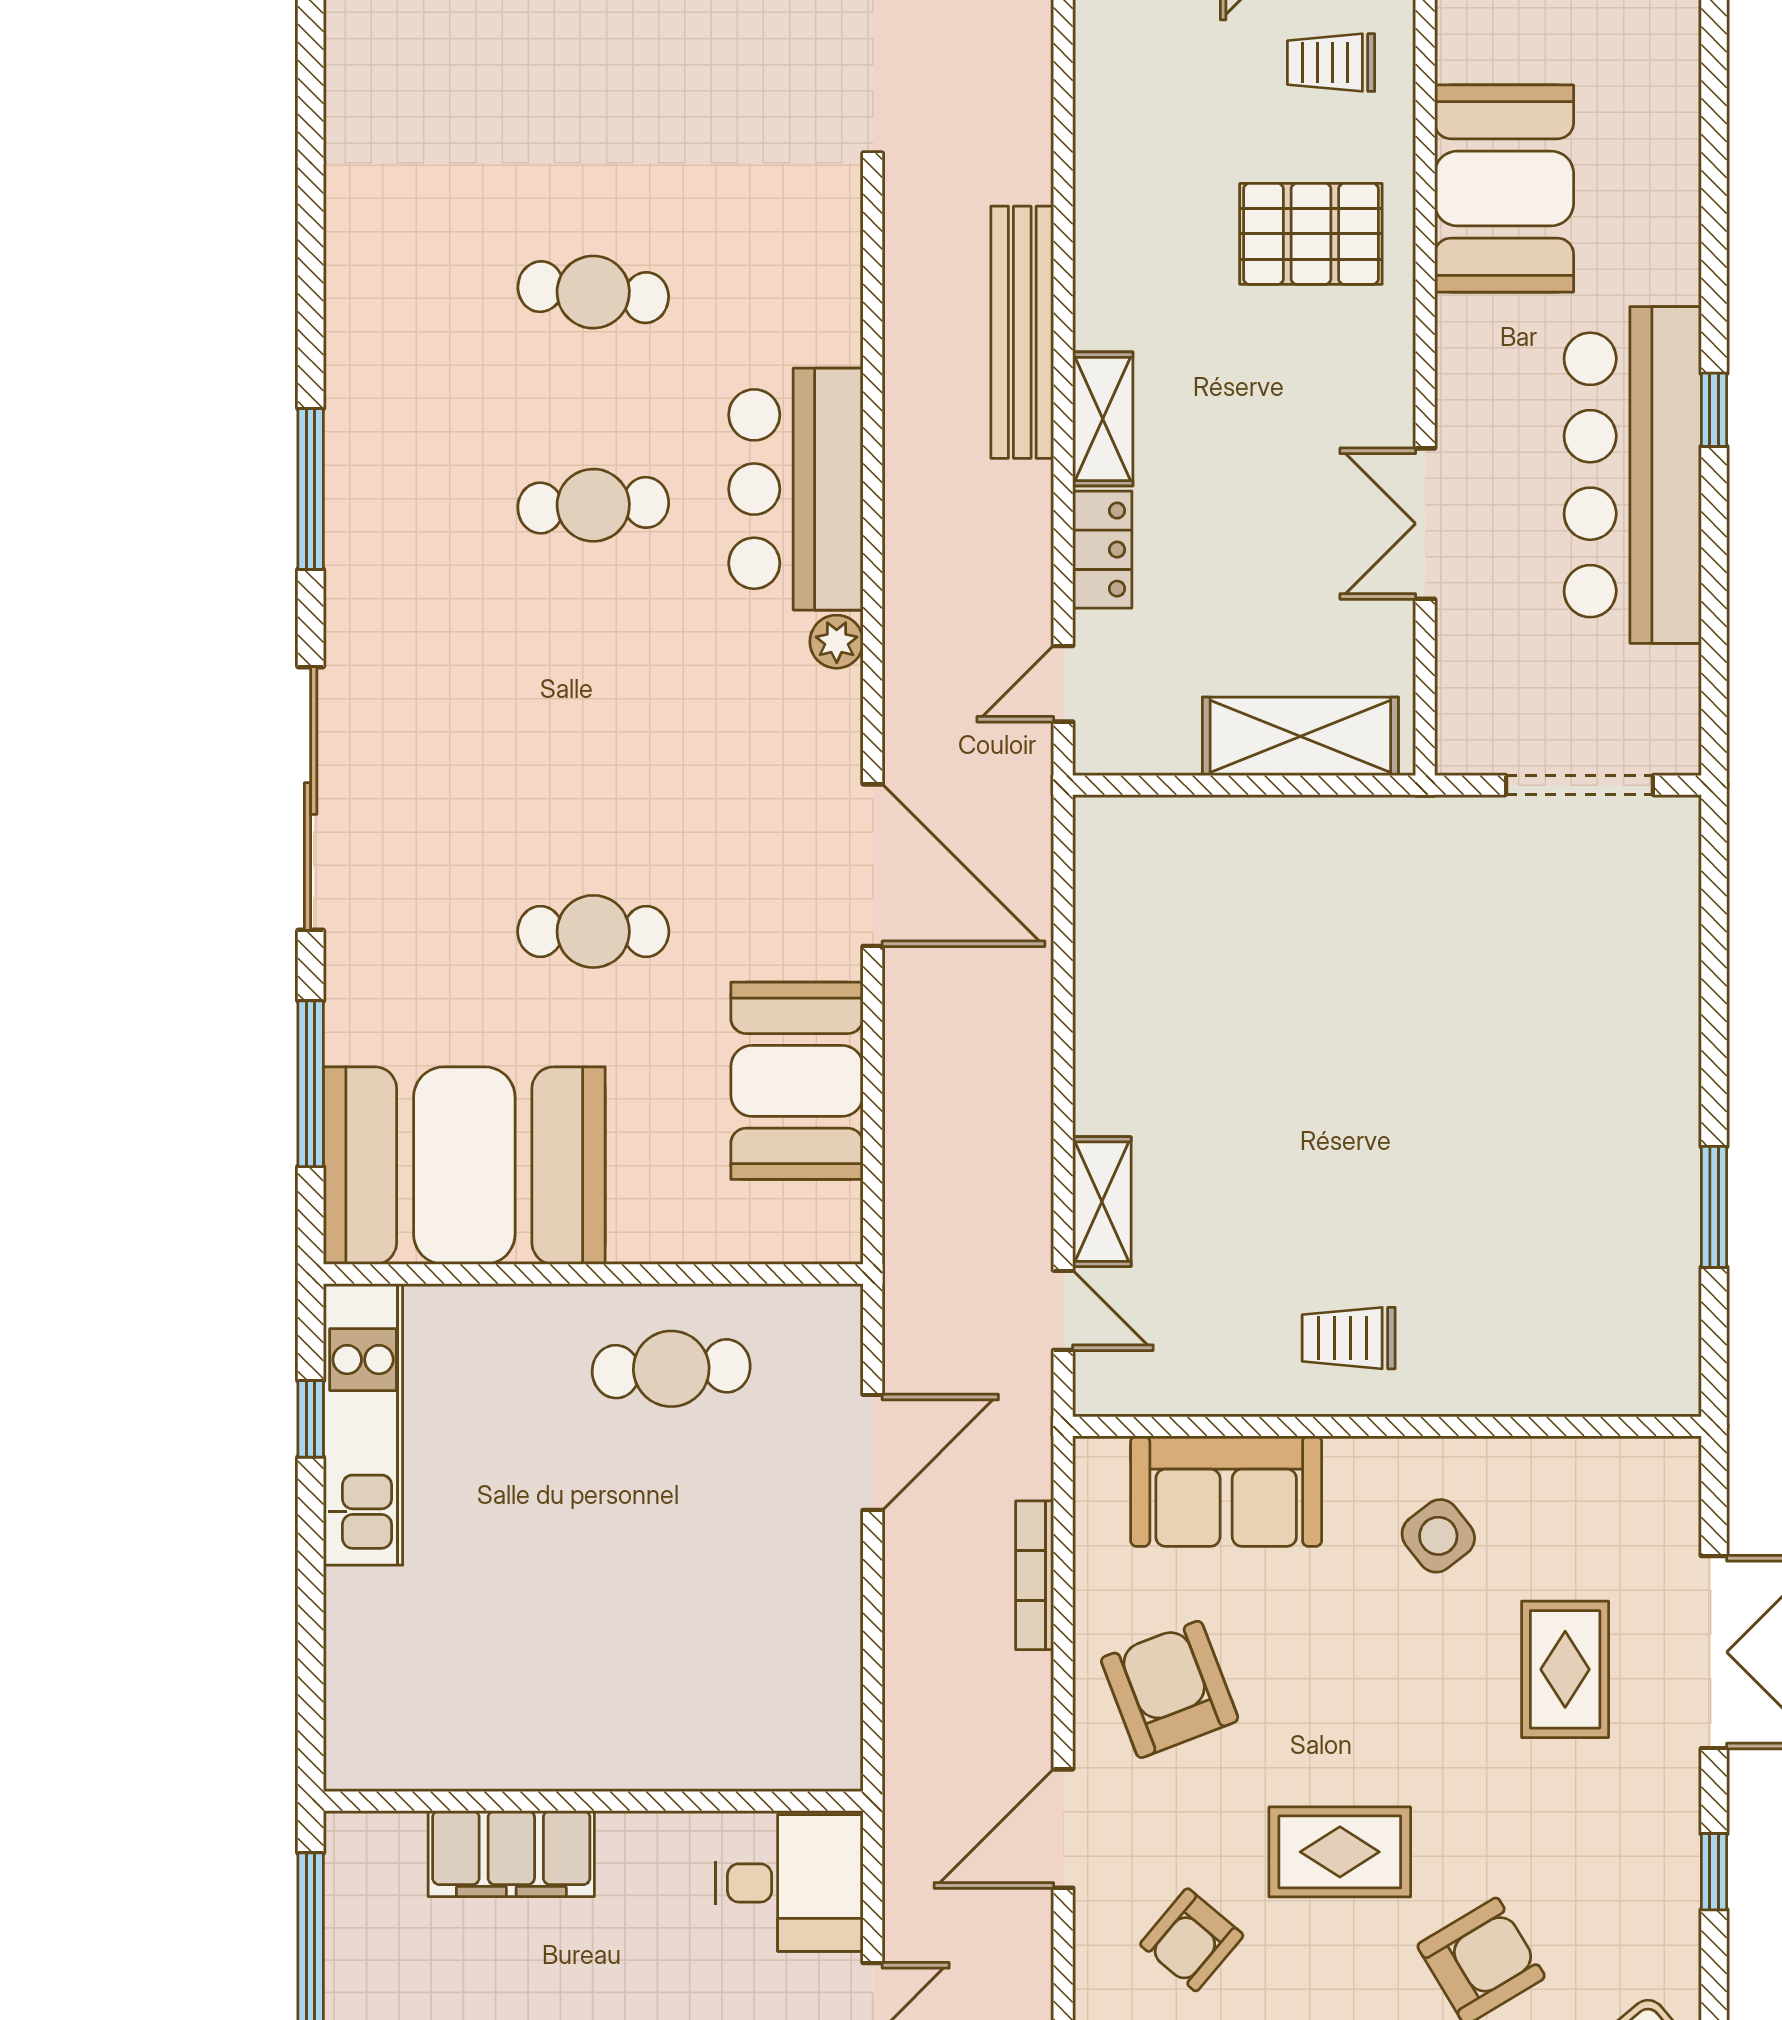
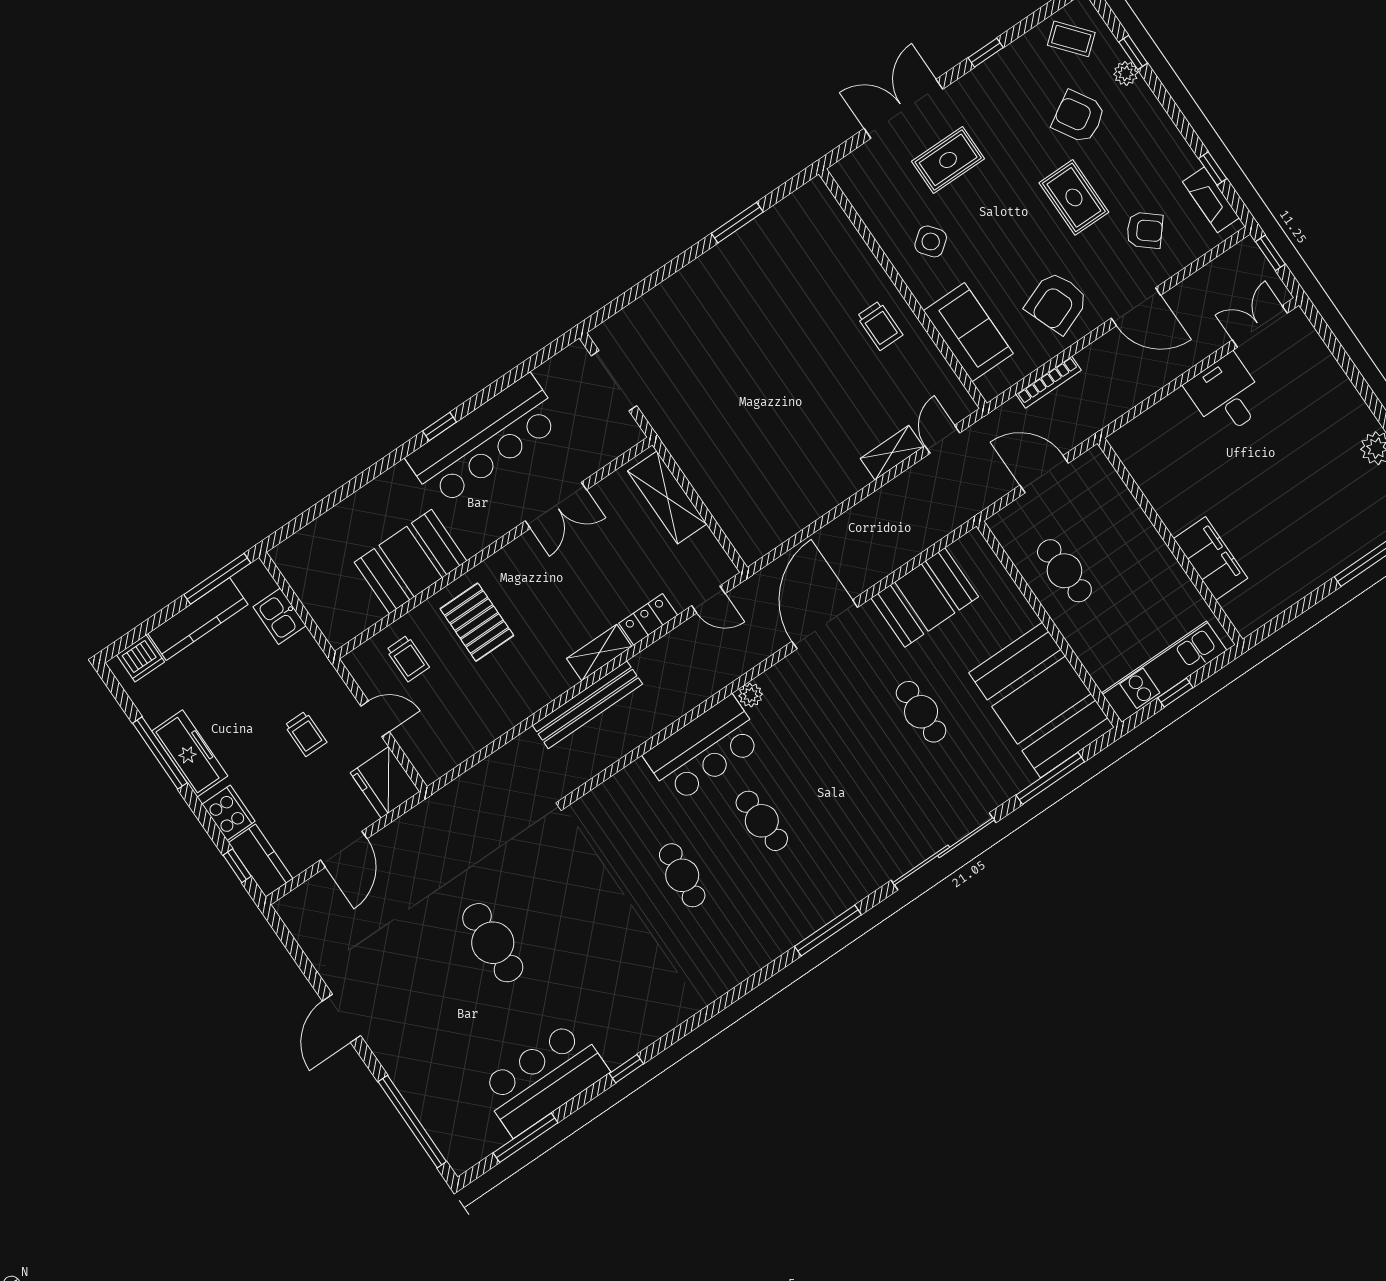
wall: (593, 1801) -> (1170, 541), moved
filing cabinet: (511, 1854) -> (1211, 558), moved

